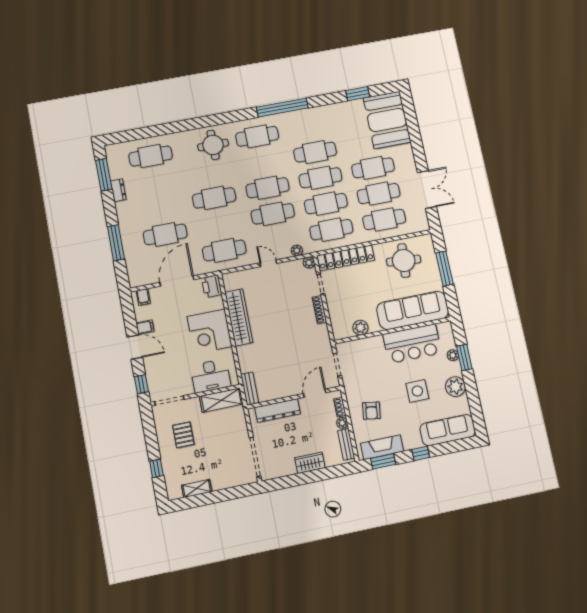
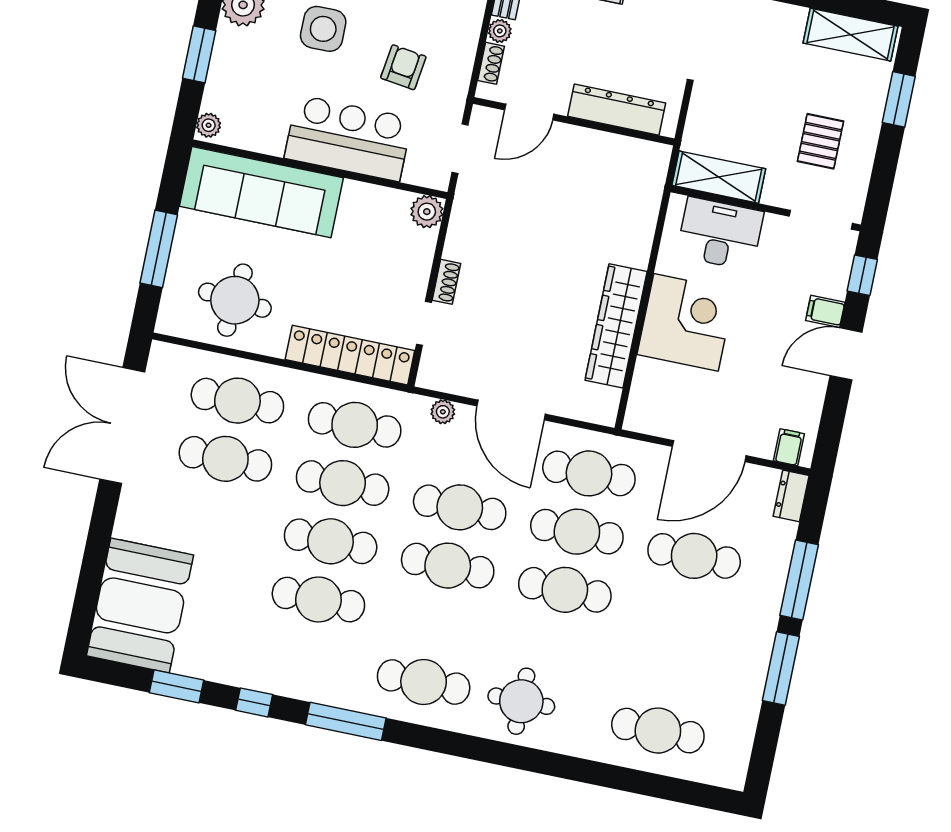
window: (323, 100) -> (254, 702), added
window: (282, 107) -> (346, 721), width x0.68
cafe table: (373, 168) -> (577, 532), moved
window: (104, 175) -> (781, 668), moved
dresser: (118, 190) -> (791, 496), moved
double door: (427, 190) -> (122, 426), width x1.36
door: (268, 263) -> (511, 410), width x1.88
plant: (309, 263) -> (429, 377), removed
printer: (212, 286) -> (644, 411), removed
shoe rack: (320, 310) -> (446, 282), width x0.70
filing cabinet: (145, 327) -> (825, 311), moved
plant: (360, 328) -> (427, 212), moved
bar counter: (412, 344) -> (348, 138), moved
door: (135, 347) -> (846, 354), hinge flipped
plant: (453, 355) -> (209, 125), moved
bench: (250, 389) -> (654, 176), removed
armchair: (371, 411) -> (403, 67), moved
window: (156, 468) -> (899, 99), width x1.50
shelving: (197, 488) -> (850, 35), width x1.50, depth x1.33

